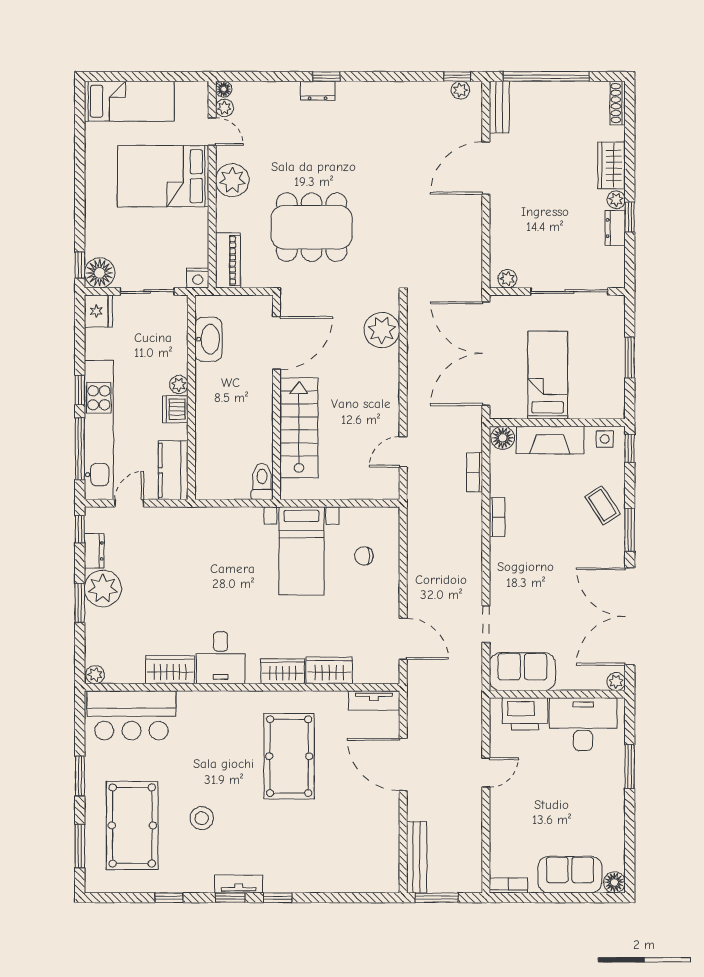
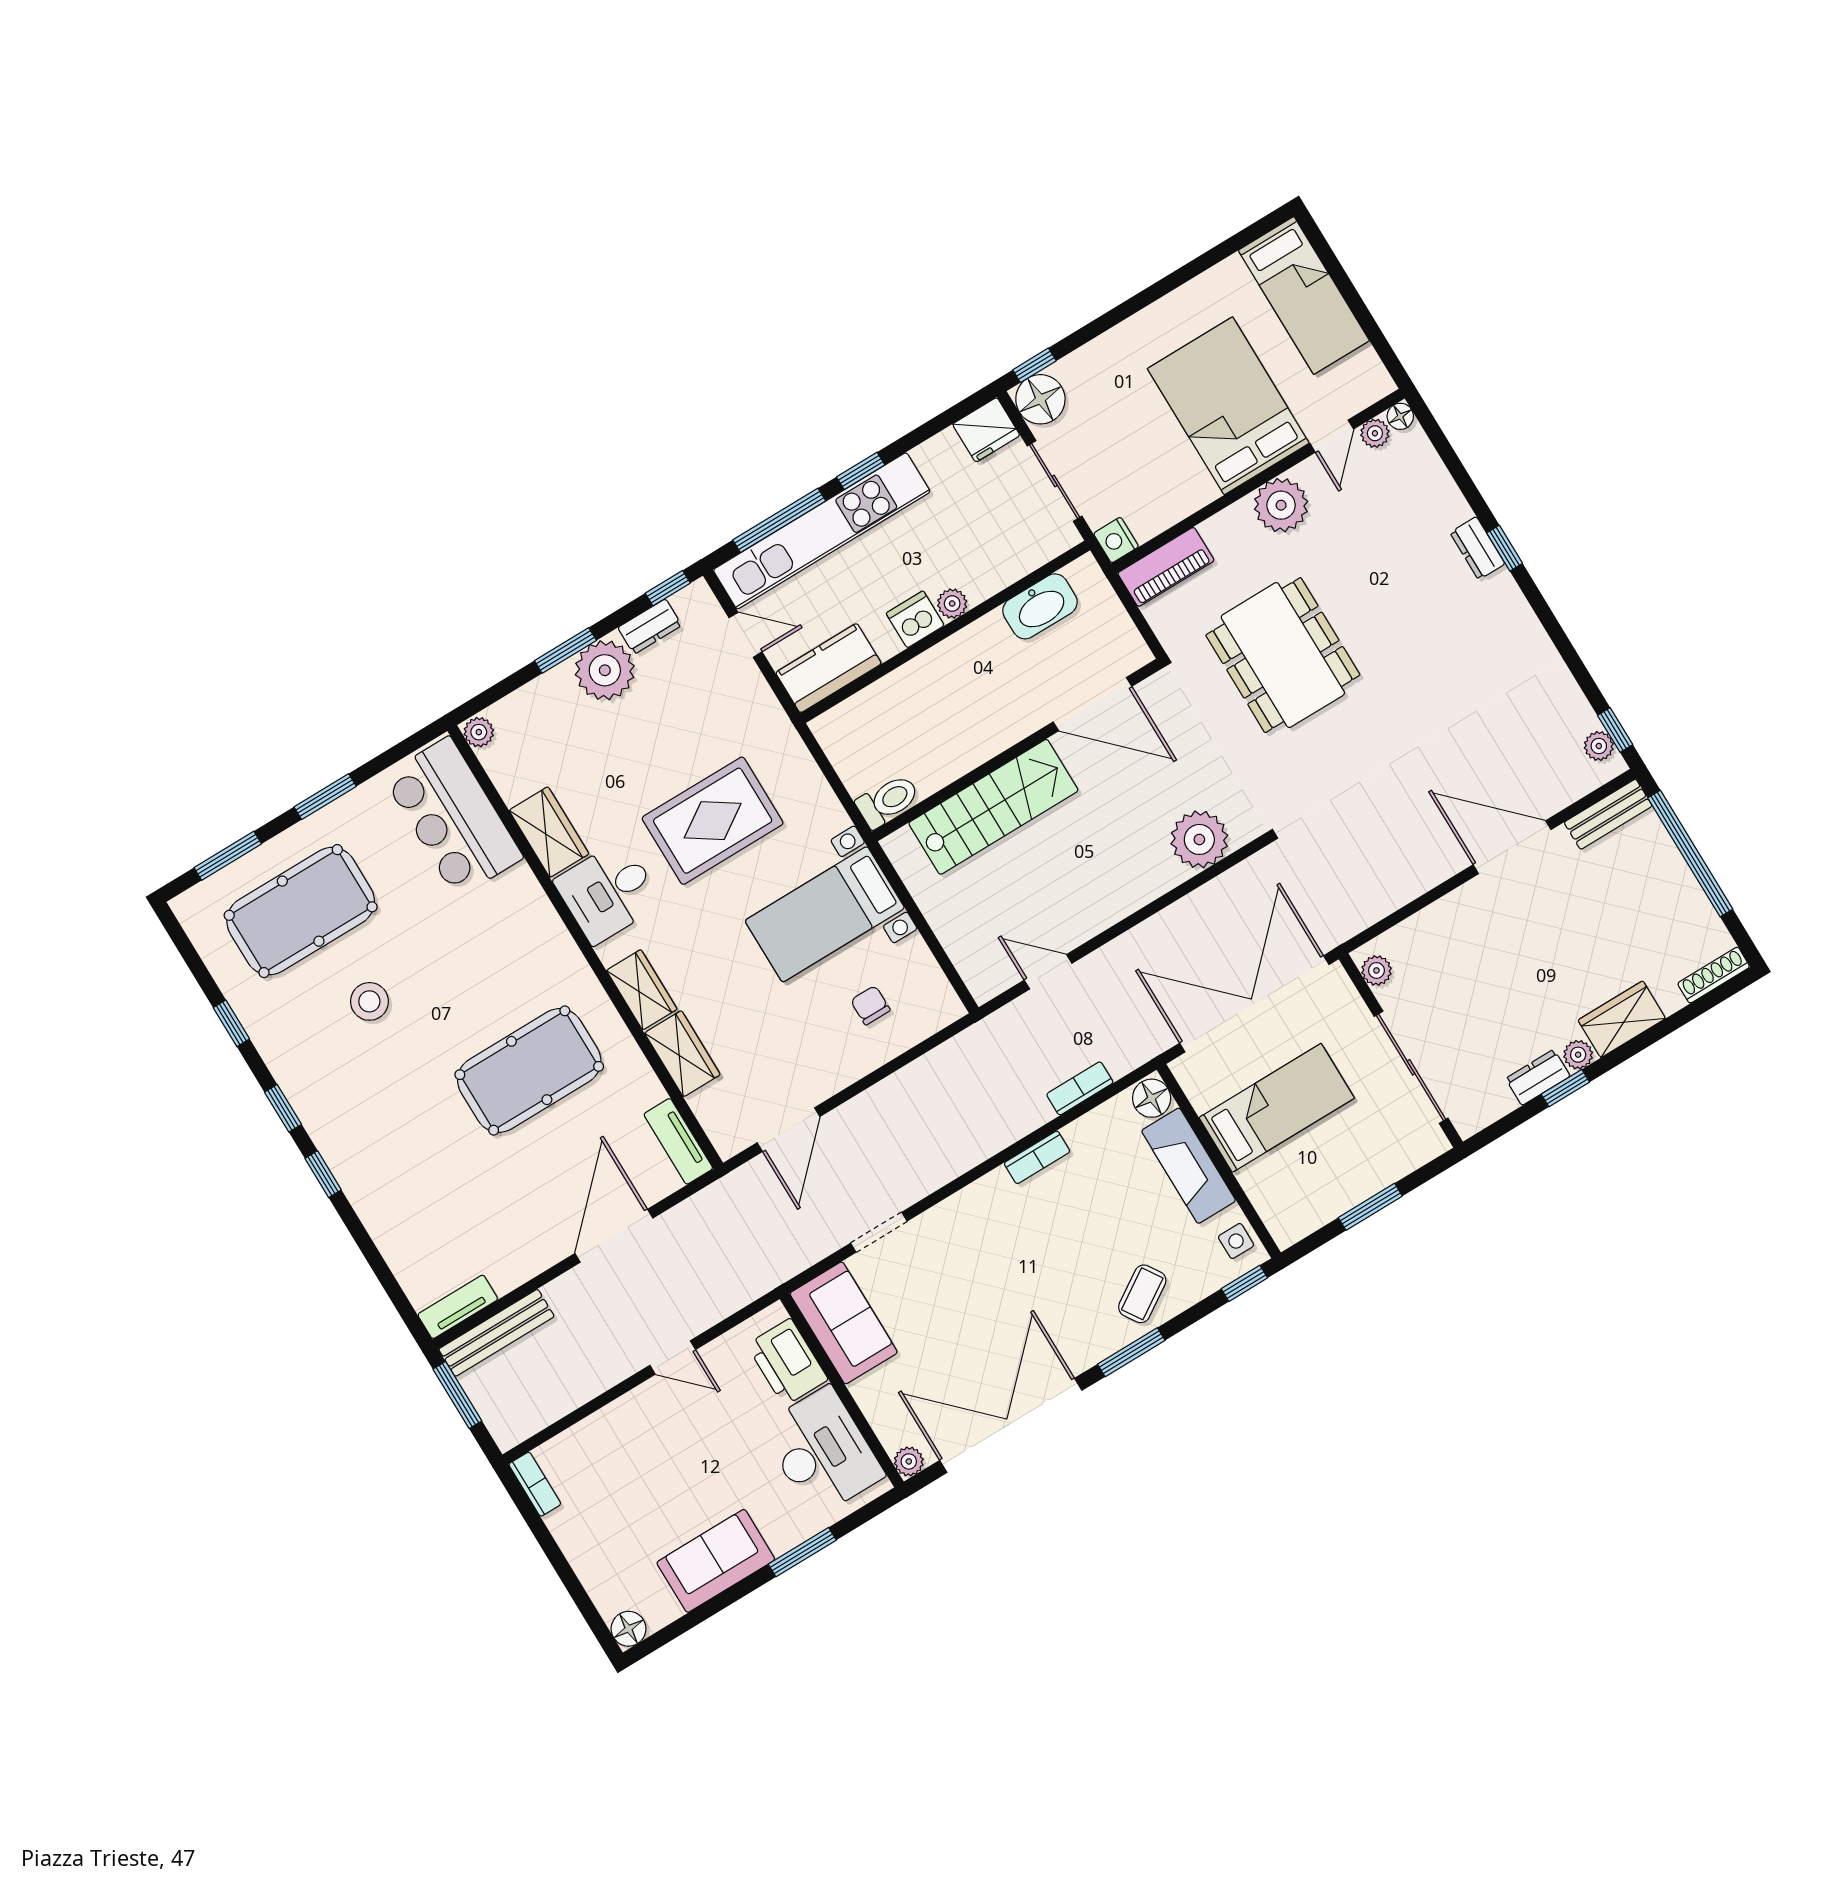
rug: (216, 580) -> (713, 821), added
sofa: (570, 875) -> (716, 1561), moved, turned -90
tv unit: (239, 884) -> (458, 1307), moved, turned -90

